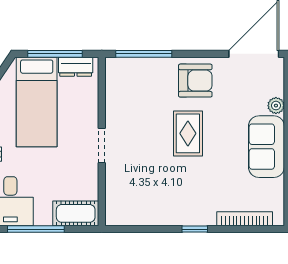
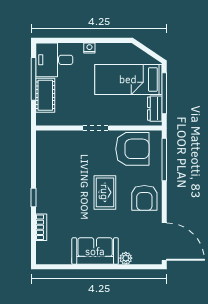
armchair: (130, 97) -> (132, 149), added
rug: (188, 133) -> (105, 192), turned 90
cot: (76, 213) -> (45, 95), moved
bookcase: (245, 219) -> (41, 227), width x0.64

